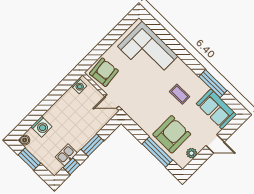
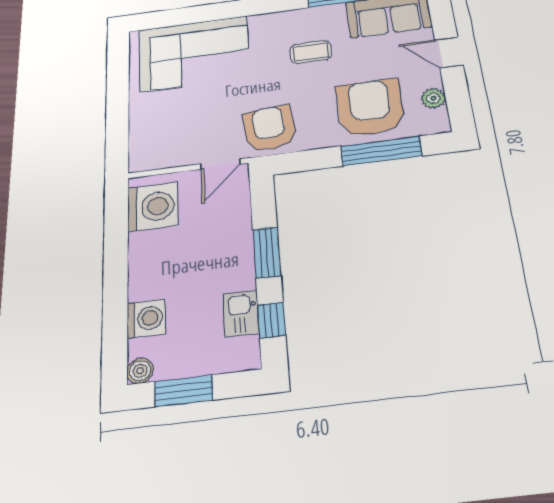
armchair: (104, 72) -> (269, 128), moved
washing machine: (79, 86) -> (153, 207), width x1.89, depth x1.89
door: (215, 144) -> (449, 53), swing flipped

